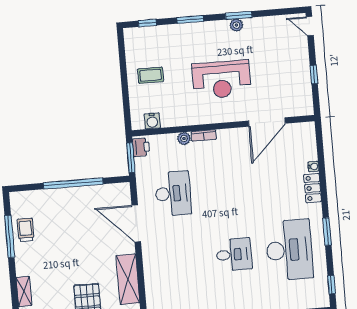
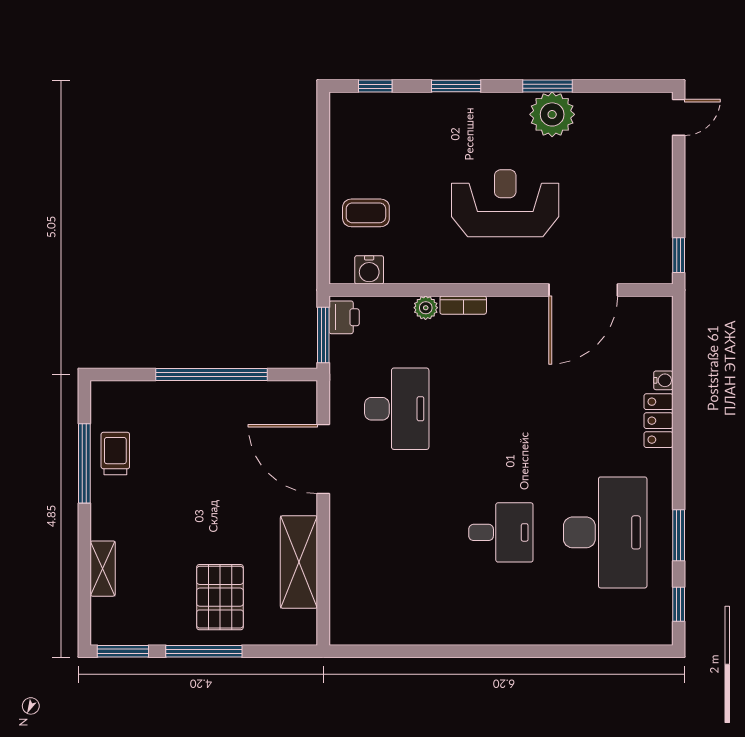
plant: (236, 25) -> (552, 114), width x1.87, depth x1.87
door: (310, 26) -> (679, 117), swing flipped
coffee table: (151, 75) -> (366, 213), moved
window: (314, 75) -> (679, 255), moved
reception desk: (221, 79) -> (505, 203), turned 180
window: (327, 232) -> (679, 535), moved

